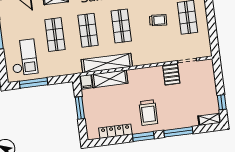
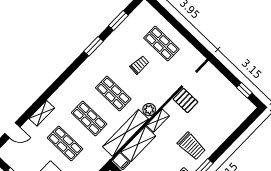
plant: (139, 60) -> (149, 110), added
shelving: (209, 119) -> (158, 121), moved
window: (178, 132) -> (228, 142), removed

